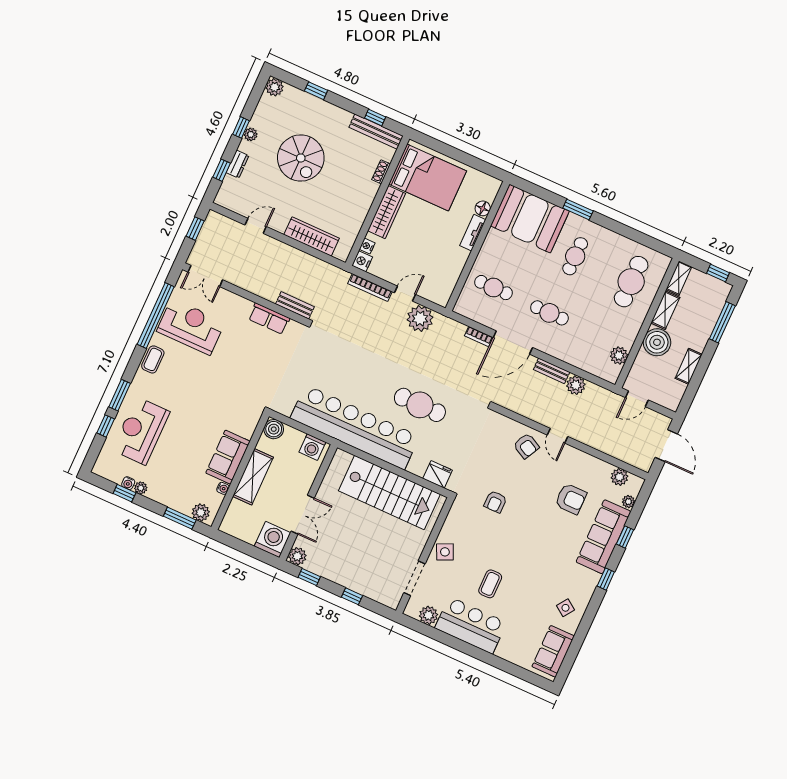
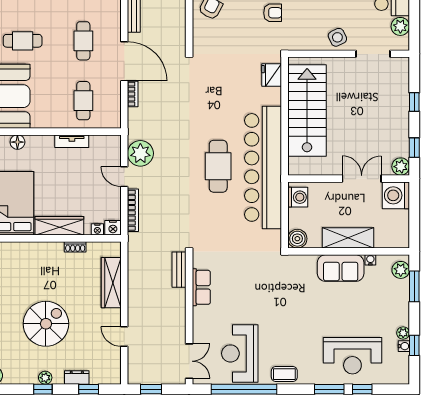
shoe rack: (381, 172) -> (75, 247), moved
tv unit: (473, 233) -> (72, 141), moved
cafe table: (420, 405) -> (218, 166), moved

